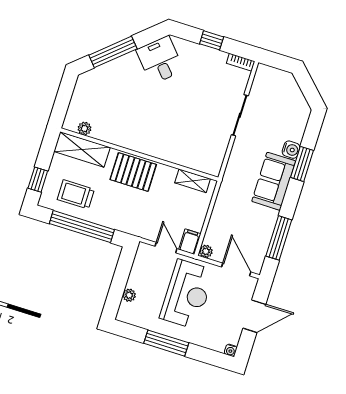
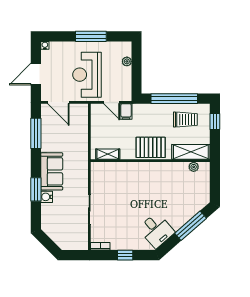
filing cabinet: (190, 242) -> (126, 112), moved
plant: (206, 251) -> (83, 108), removed

